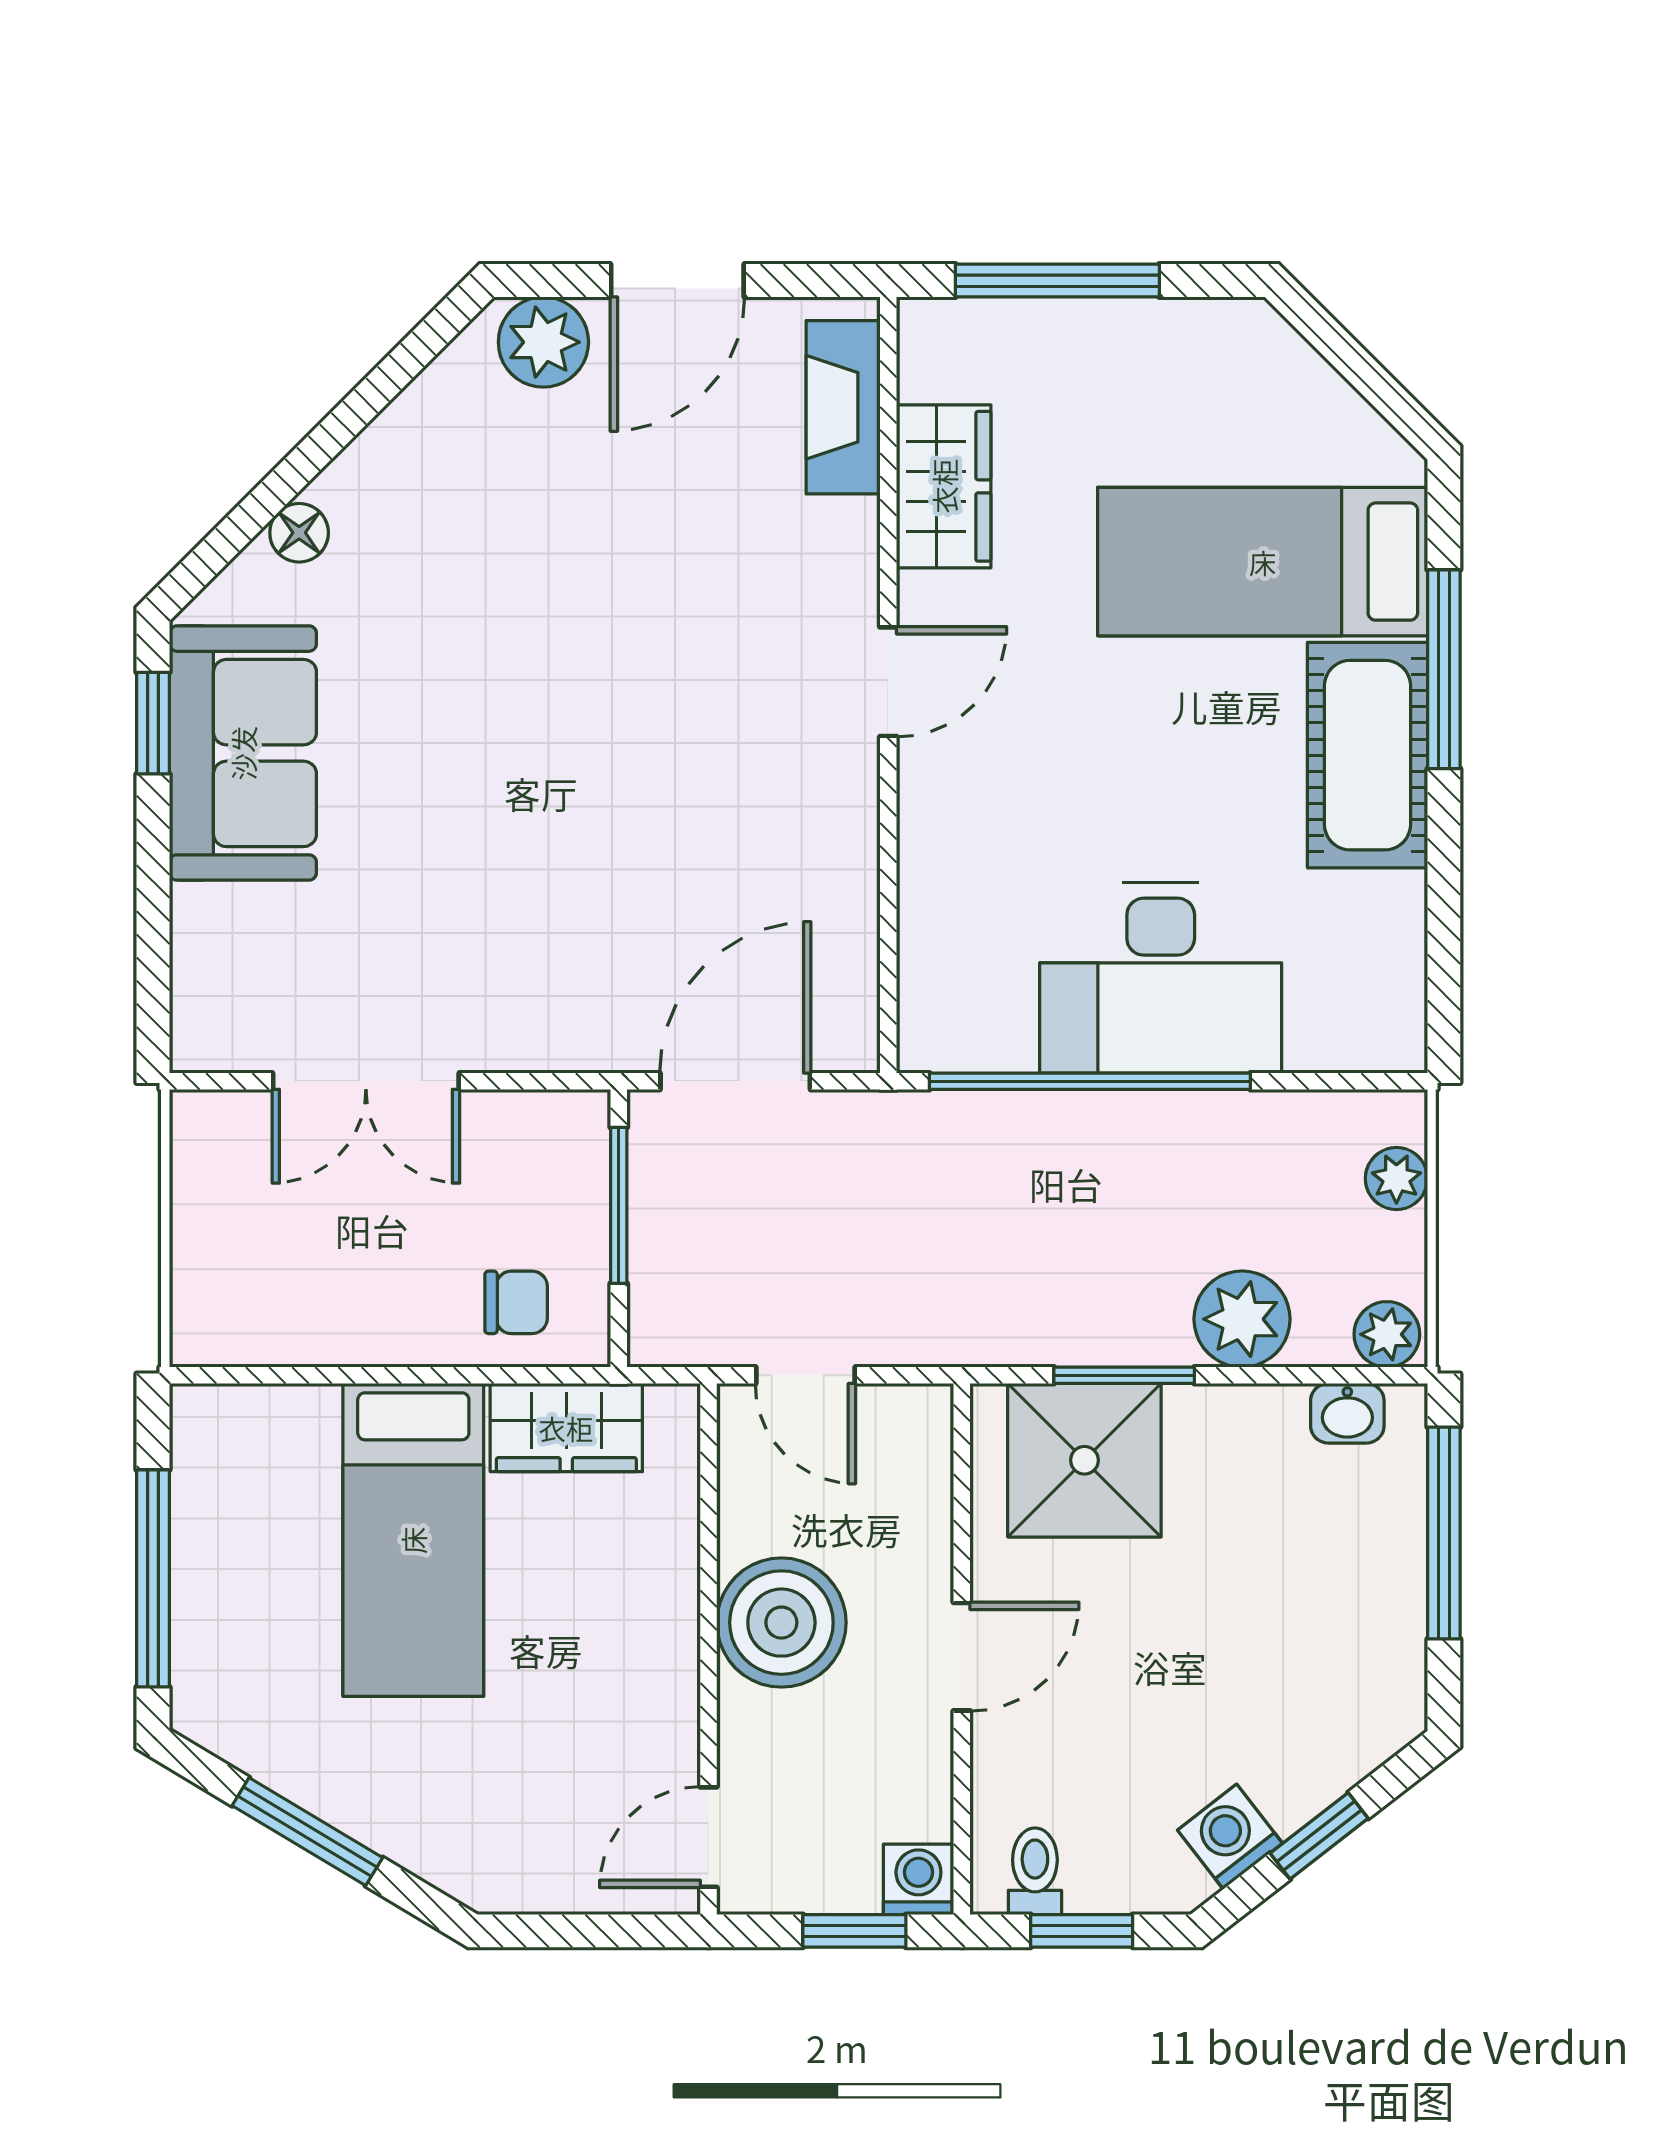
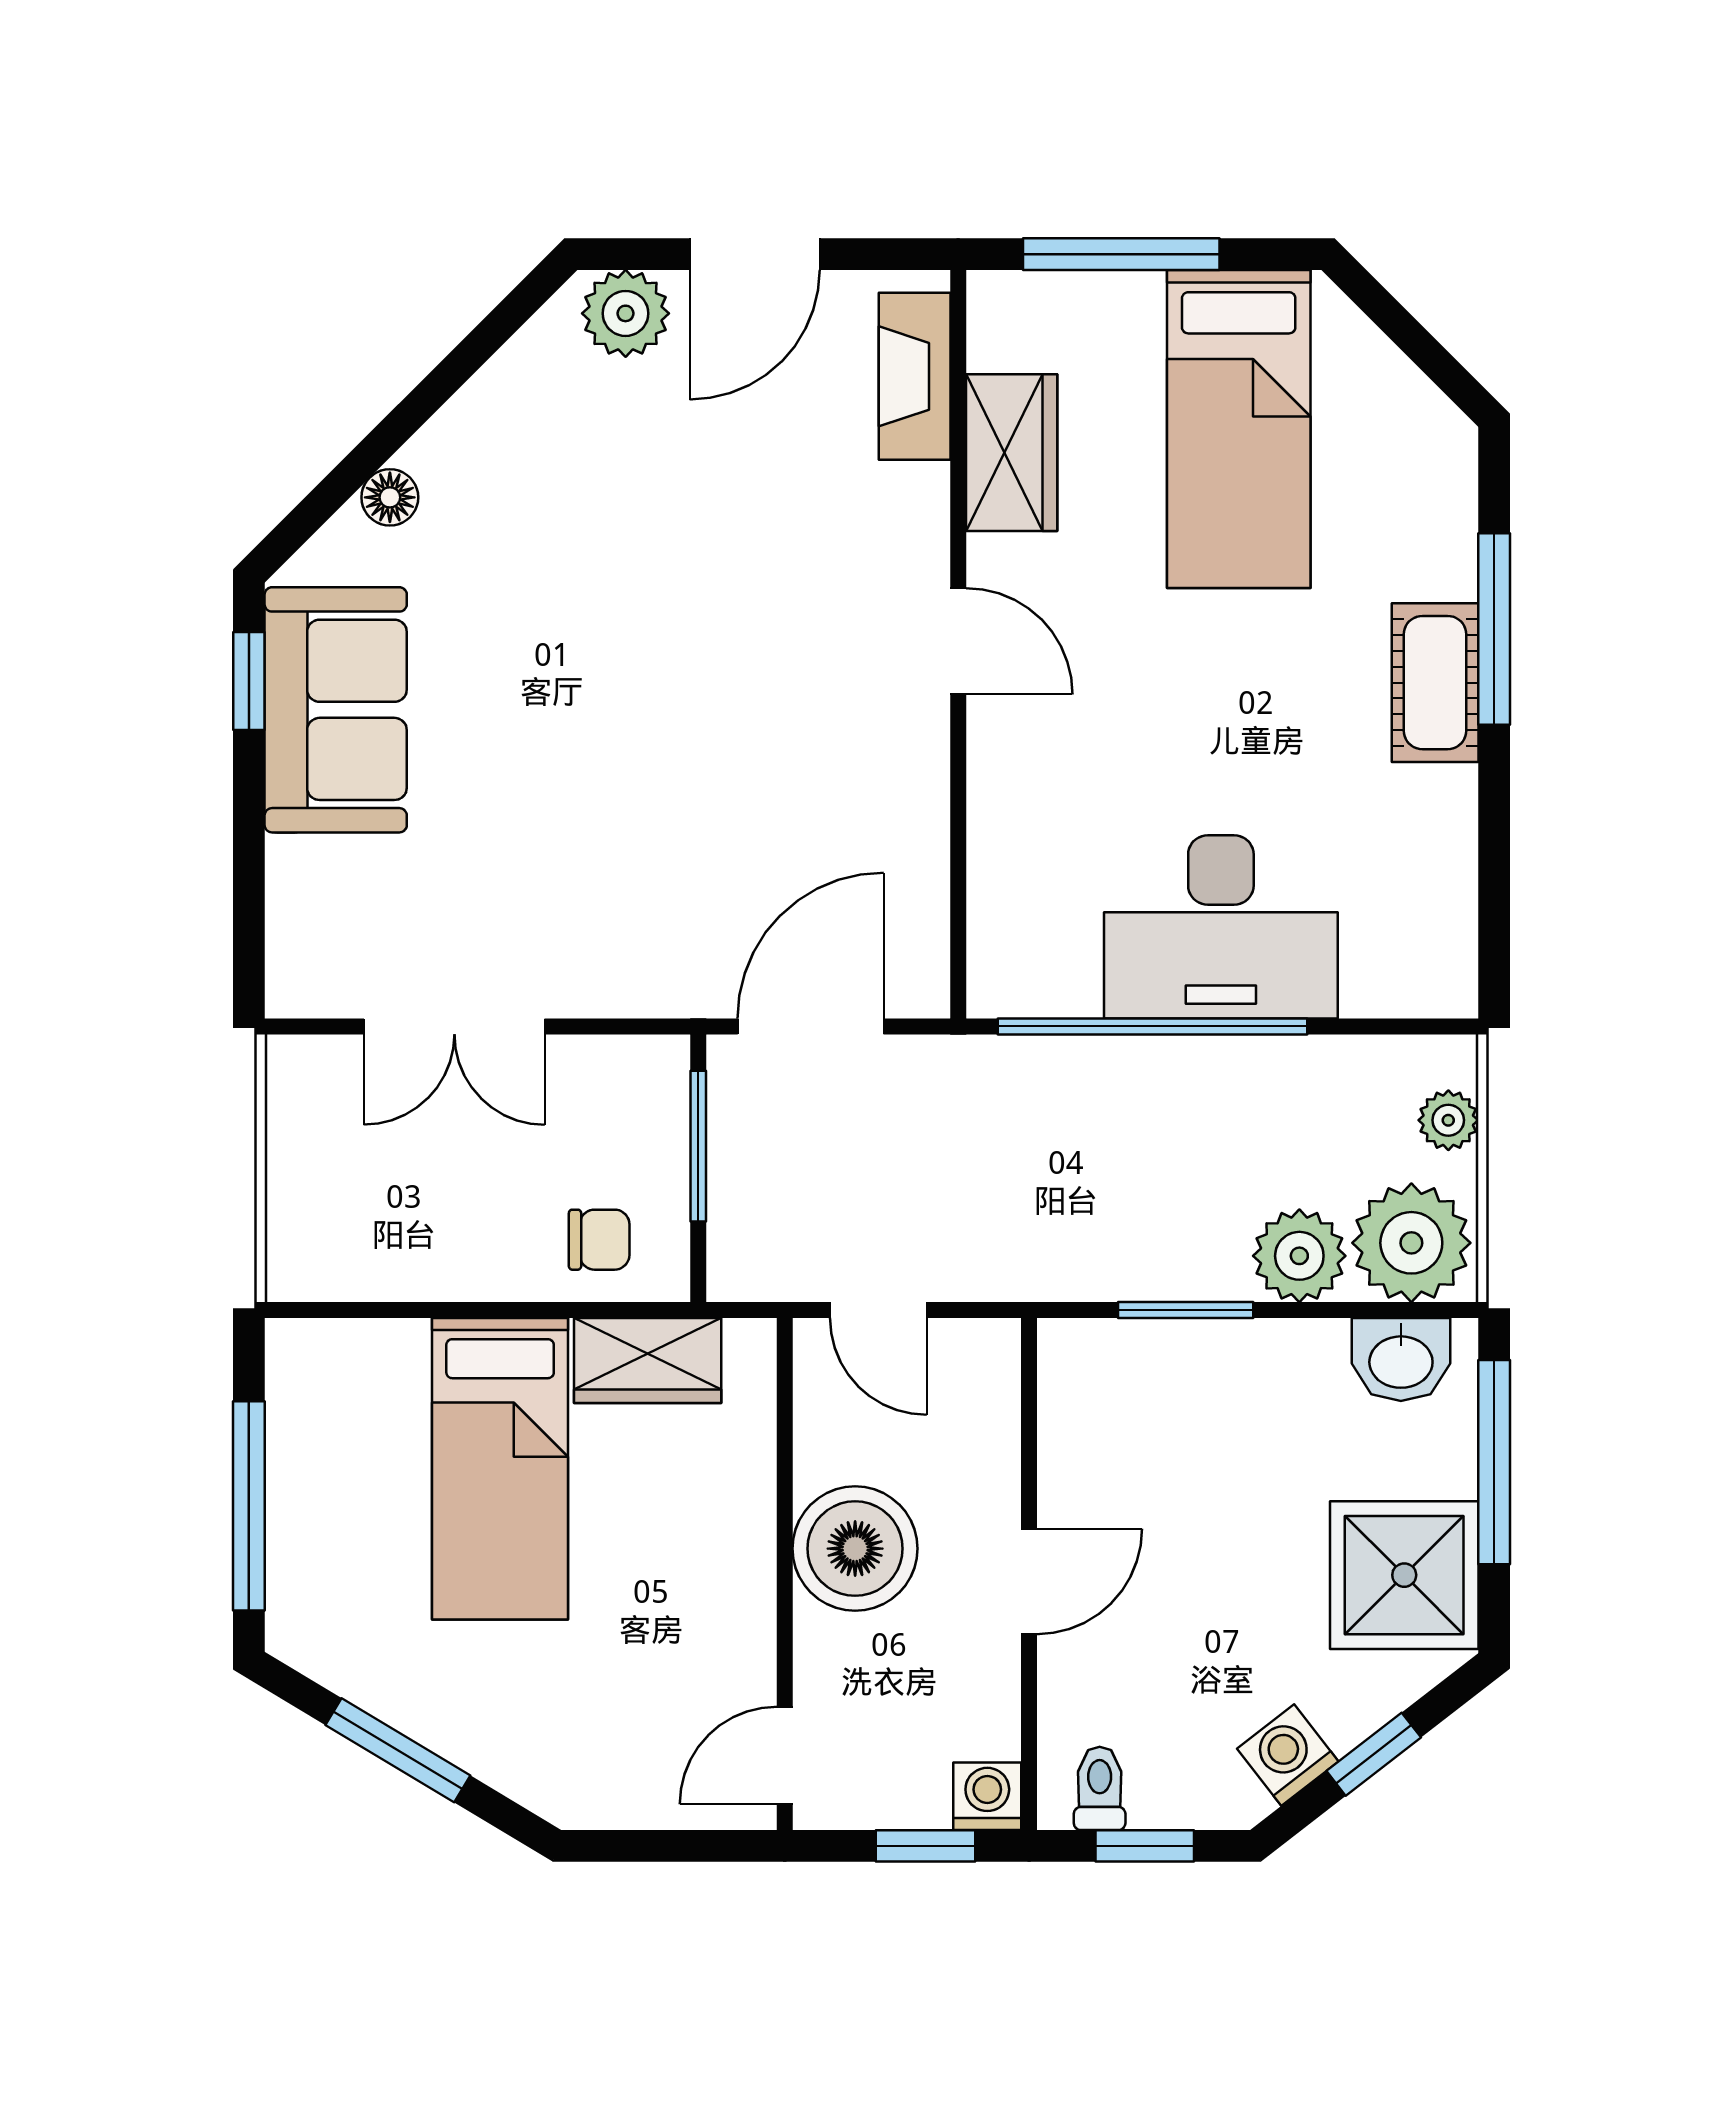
bed: (1263, 562) -> (1239, 429), moved, turned -90
door: (888, 682) -> (958, 641), hinge flipped
cot: (1367, 755) -> (1435, 683), width x0.73, depth x0.75
plant: (1387, 1334) -> (1411, 1243), width x1.87, depth x1.87
washbasin: (1347, 1413) -> (1401, 1360), width x1.38, depth x1.45
shower: (1084, 1460) -> (1404, 1575), moved

